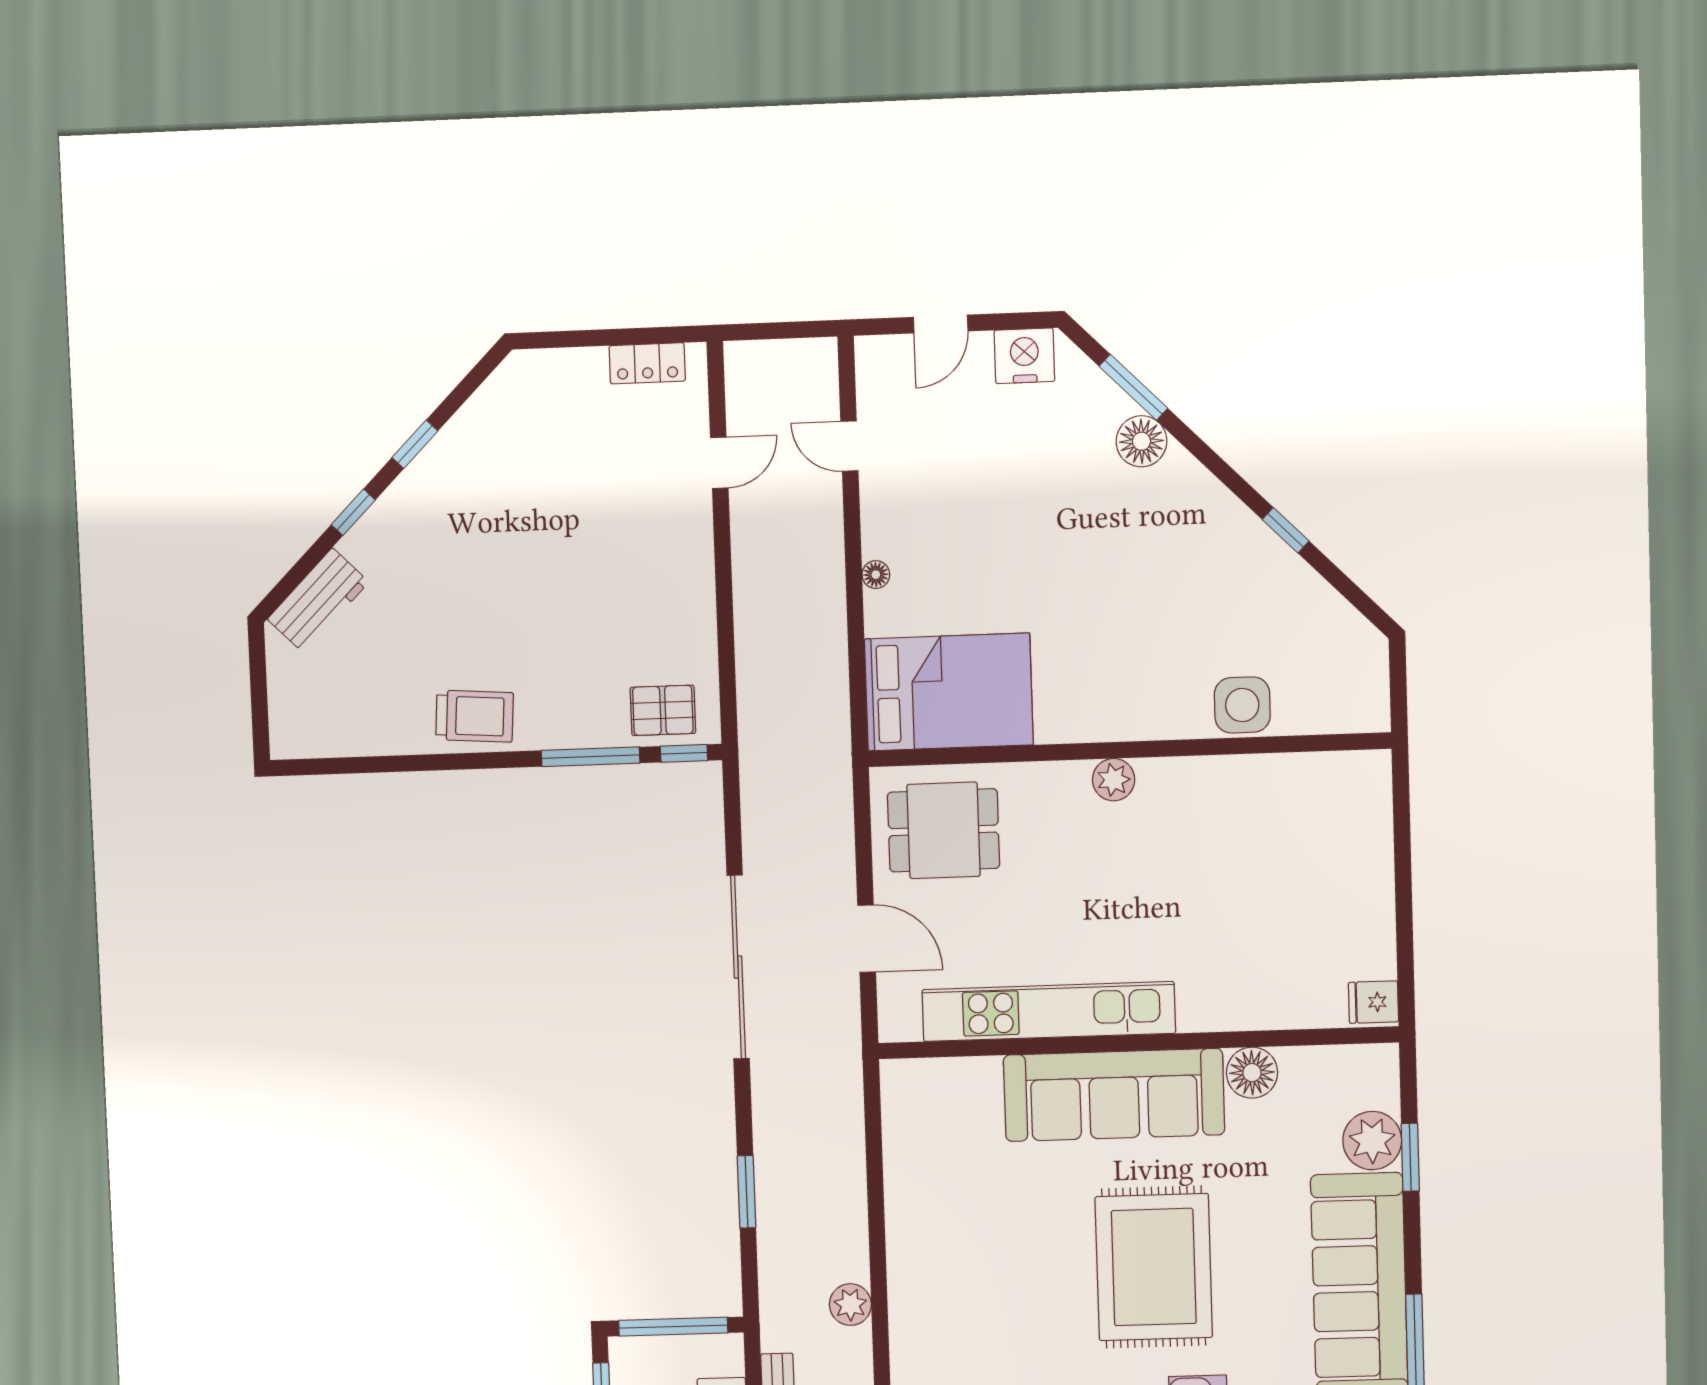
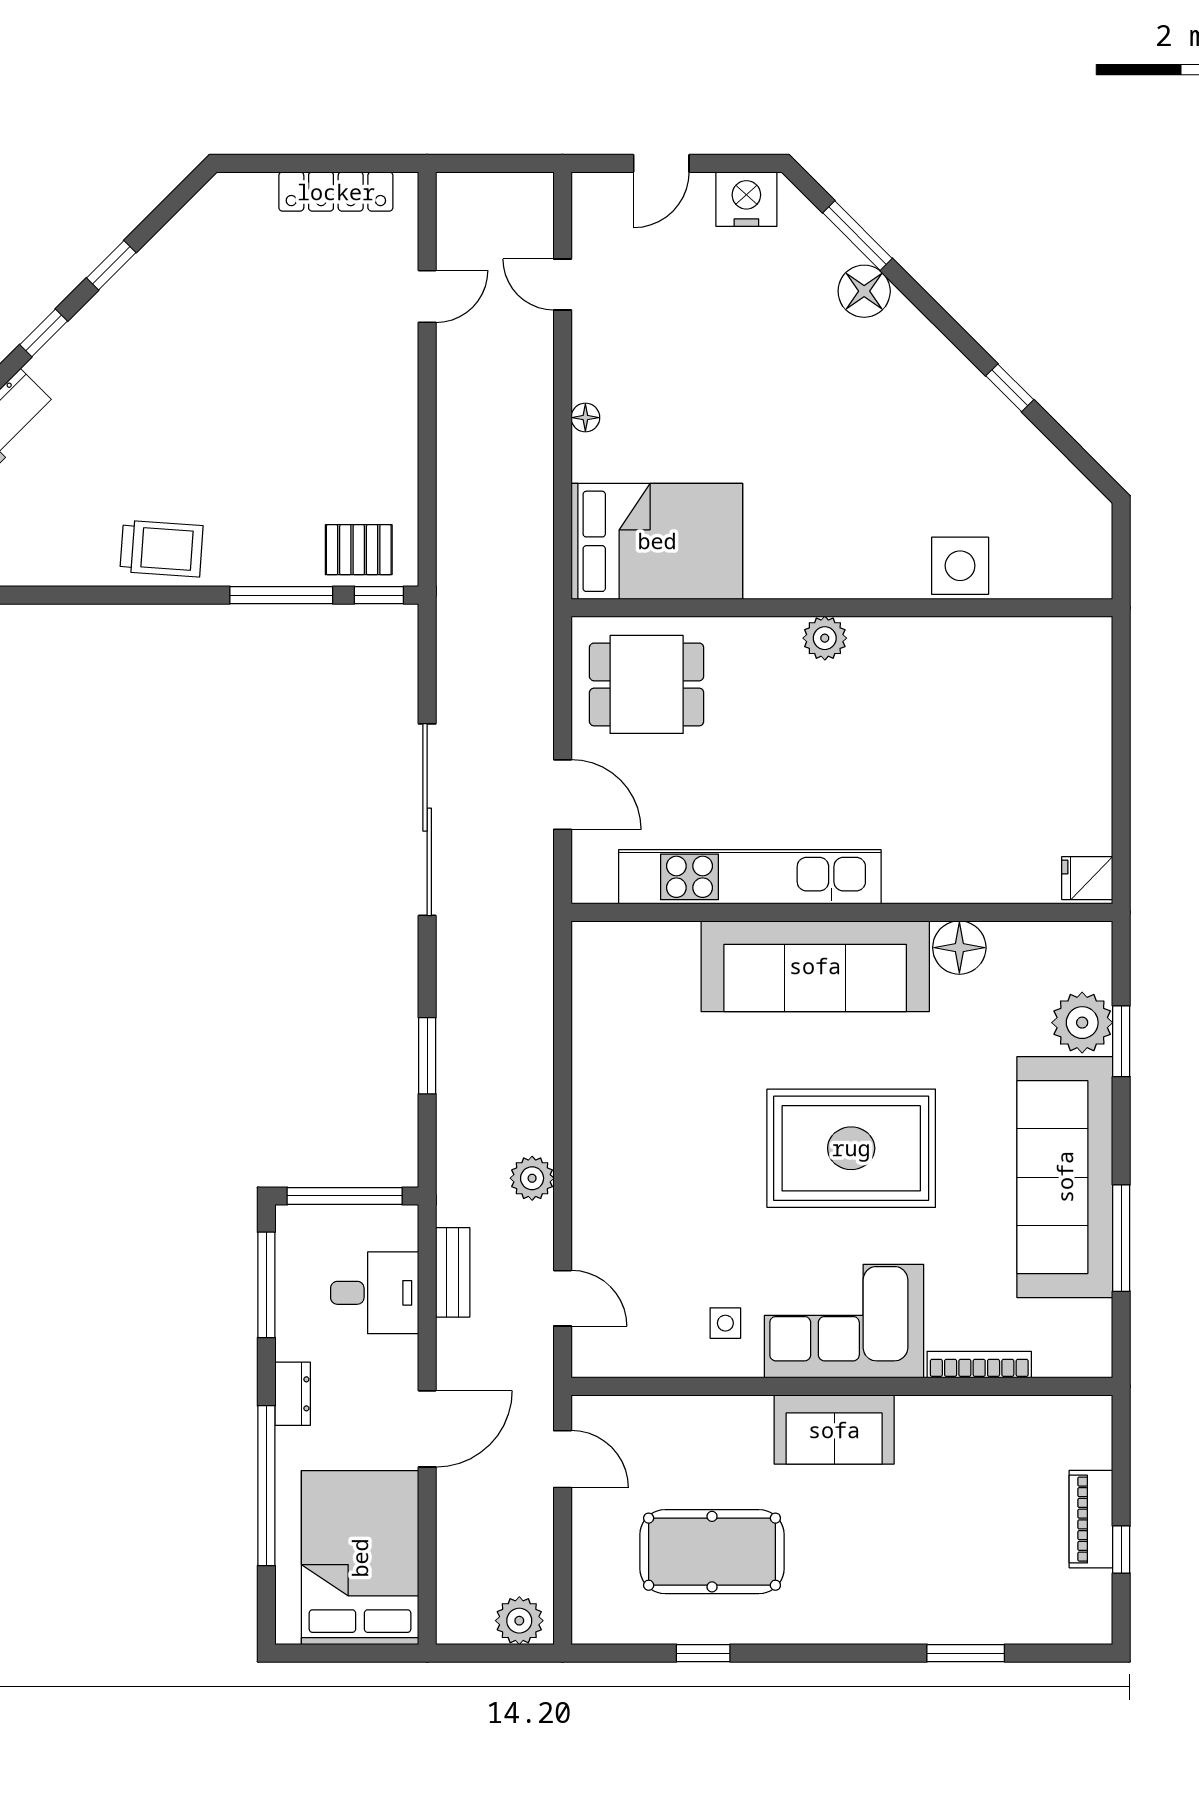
locker: (647, 363) -> (336, 192), width x1.53
rug: (1154, 1267) -> (851, 1148), turned 90

